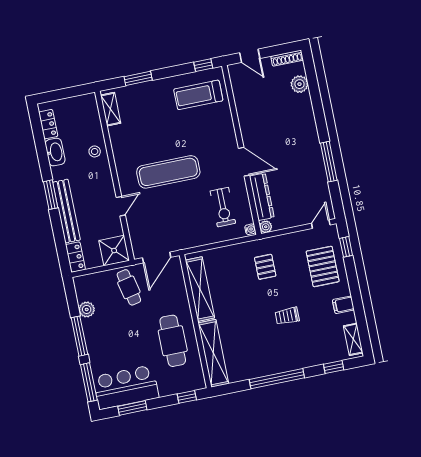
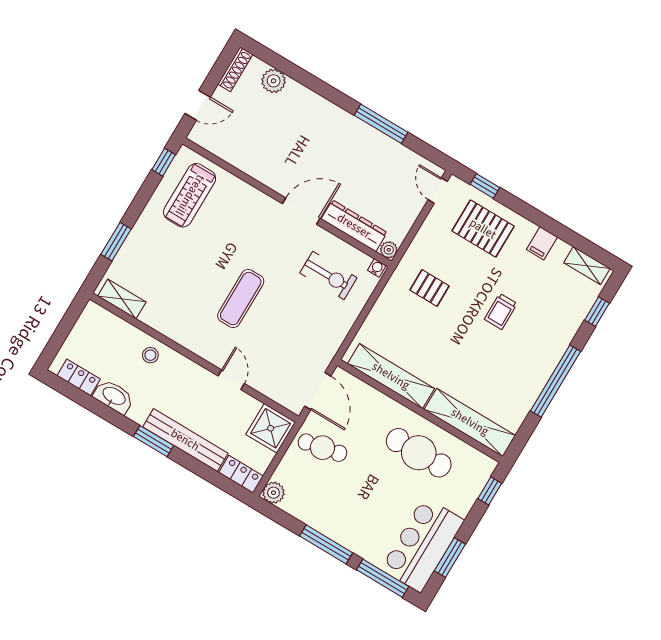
exercise mat: (168, 172) -> (241, 299), width x0.73, depth x0.69
plant: (87, 309) -> (273, 493), moved

